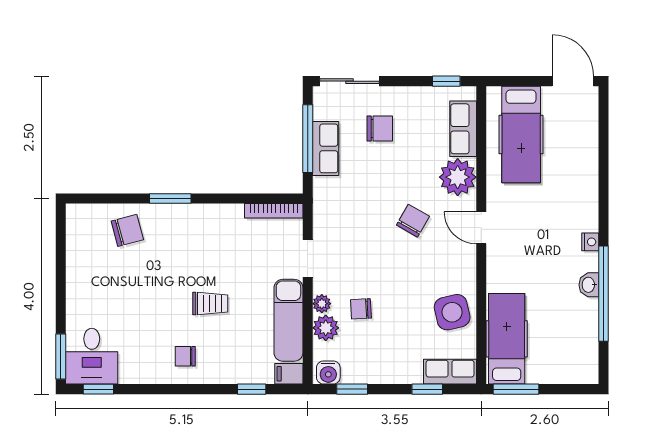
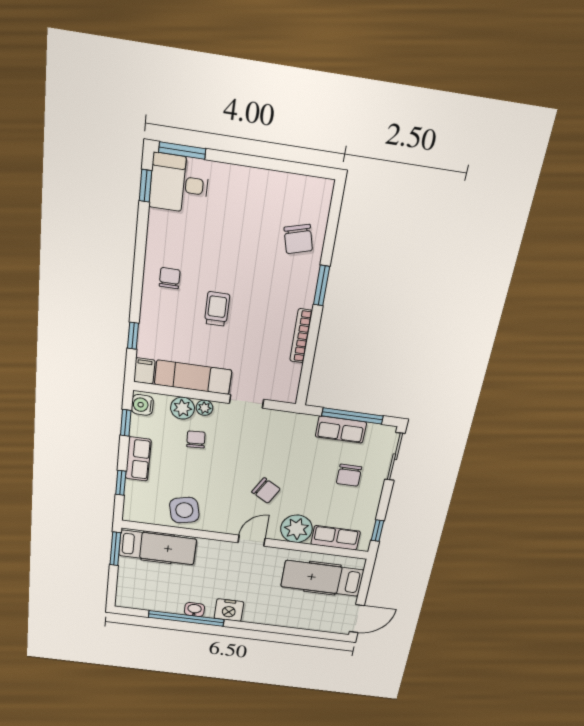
bookcase: (274, 211) -> (301, 336), moved
nightstand: (590, 242) -> (229, 610), width x1.89, depth x1.79
trolley: (210, 304) -> (217, 309), turned 180
row of seats: (450, 372) -> (138, 459), moved

